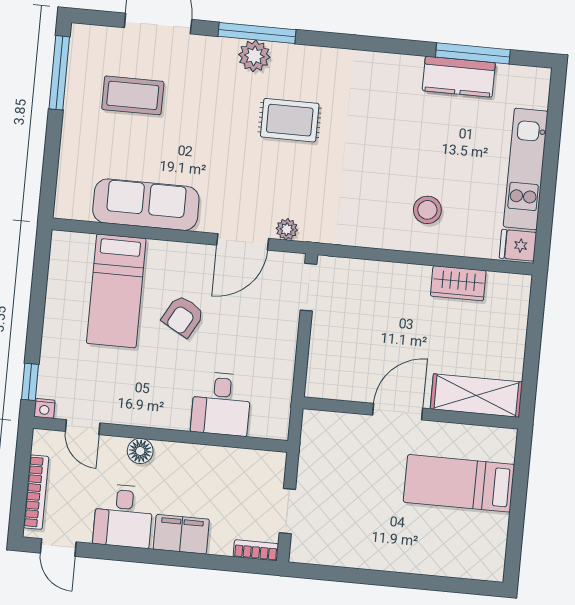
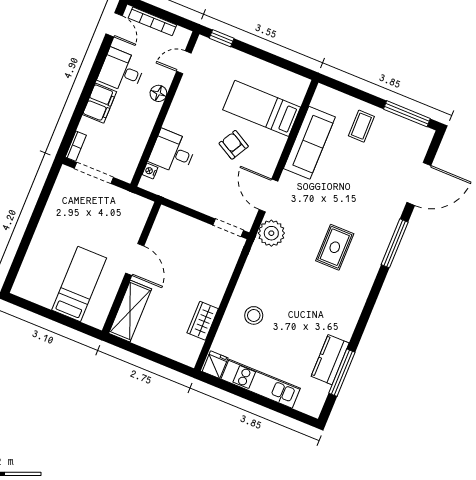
plant: (254, 56) -> (381, 237), removed
coffee table: (133, 95) -> (361, 126), moved, width x0.73, depth x0.77
plant: (287, 229) -> (271, 233), width x1.88, depth x1.88
nightstand: (44, 408) -> (150, 171), moved
doorway: (287, 511) -> (94, 173), width x1.38
door: (58, 548) -> (114, 25), swing flipped

